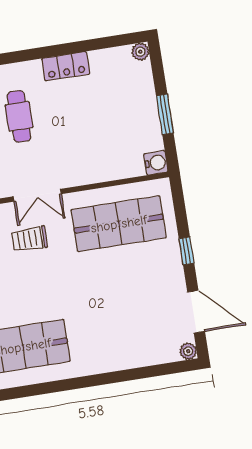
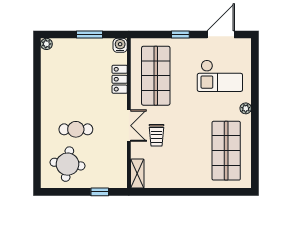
locker: (66, 66) -> (120, 79), moved, turned 180
checkout: (134, 320) -> (220, 76), added
plant: (188, 351) -> (246, 108), moved

